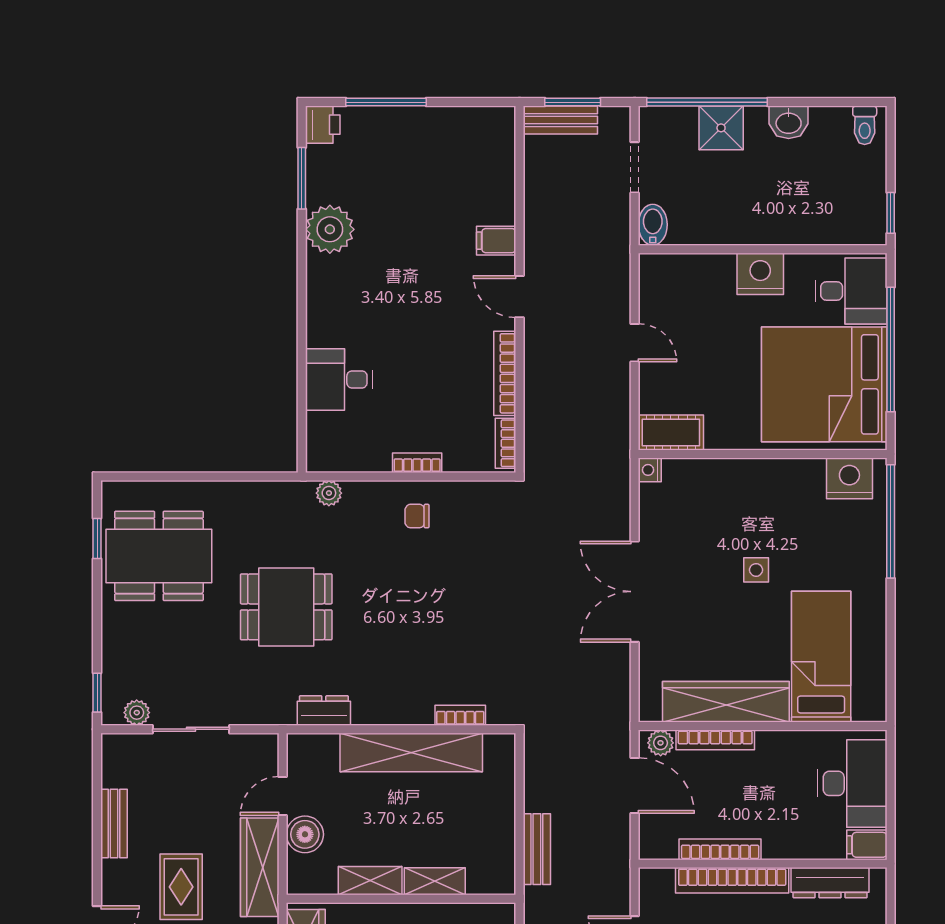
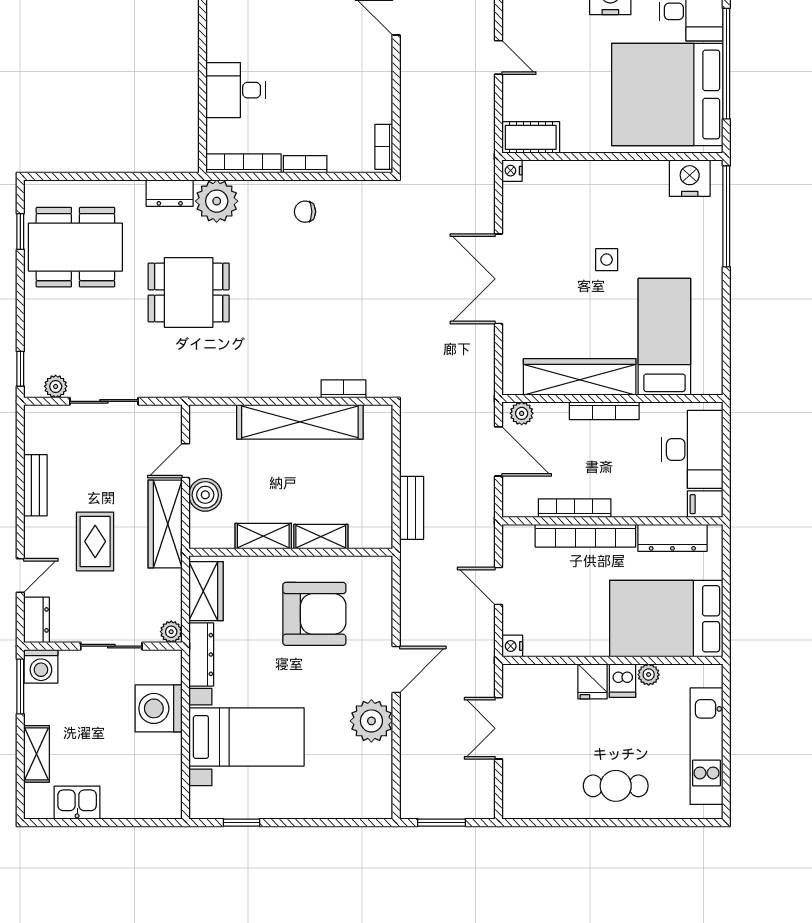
bookcase: (505, 373) -> (243, 163), moved, turned 90
plant: (329, 493) -> (217, 201), width x1.87, depth x1.87
dresser: (324, 711) -> (170, 193), moved, turned 180
bookcase: (715, 740) -> (604, 411), moved

